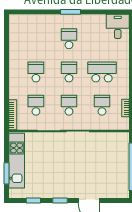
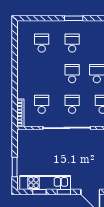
school desk: (36, 72) -> (42, 43), moved
kitchen unit: (17, 161) -> (45, 183), moved, turned -90

